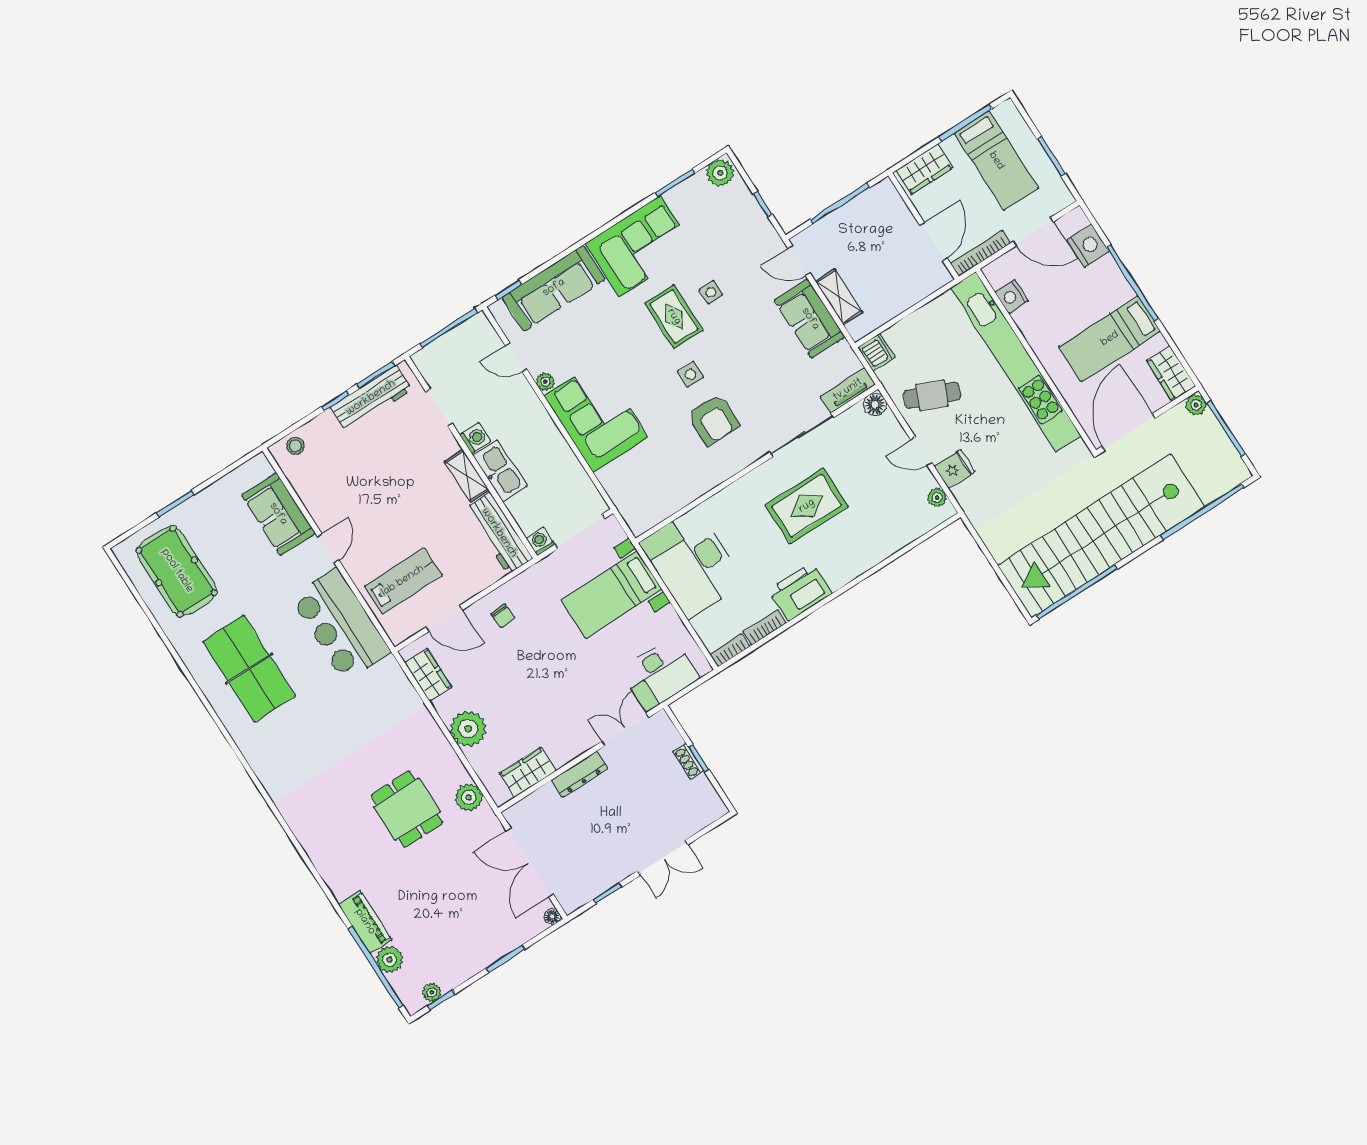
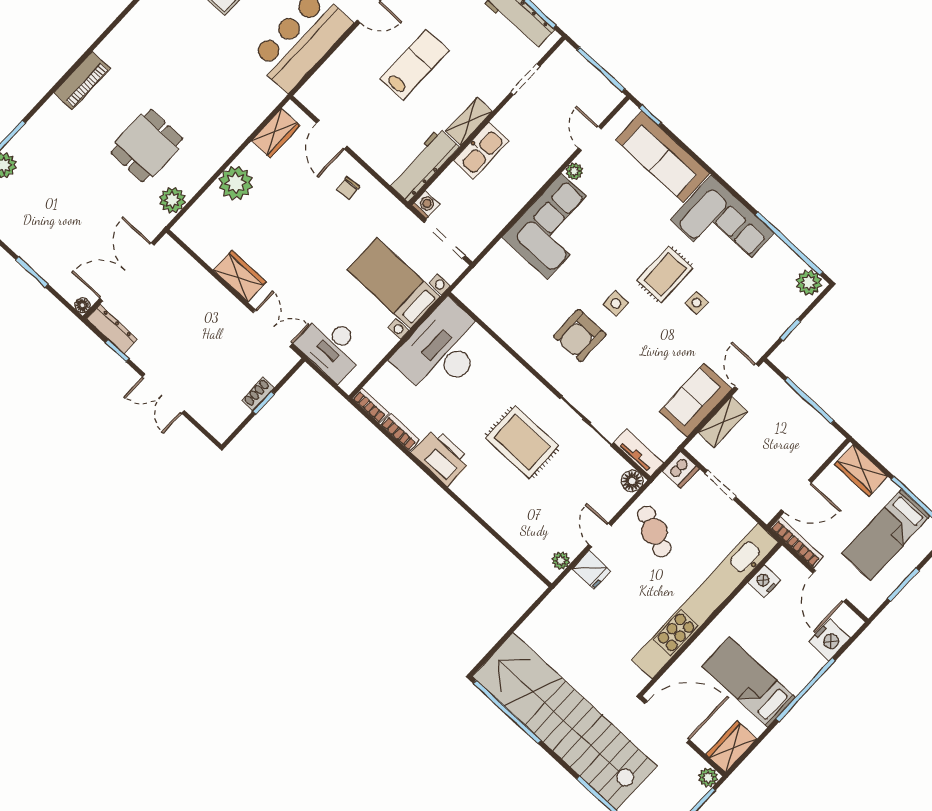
window: (675, 183) -> (789, 244), width x2.11
doorway: (902, 316) -> (720, 485), added
washing machine: (475, 438) -> (505, 120), removed
lab bench: (403, 581) -> (414, 65), moved, turned -90
wardrobe: (528, 772) -> (240, 276), moved
dresser: (580, 774) -> (112, 329), moved, turned 180
piano: (365, 922) -> (82, 81), moved

